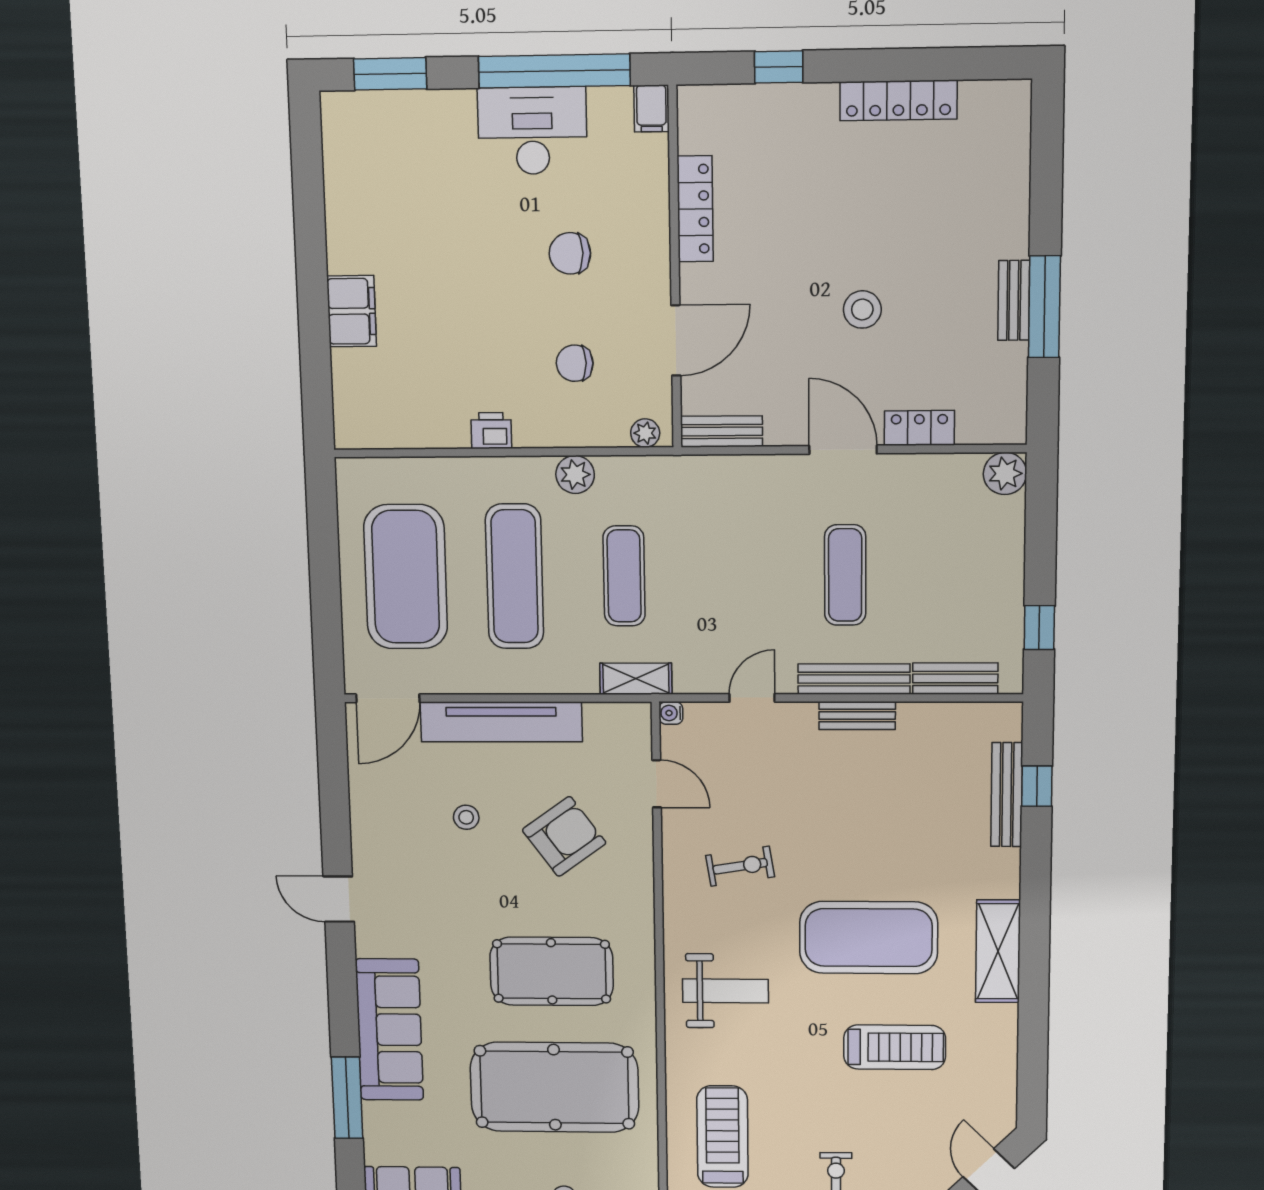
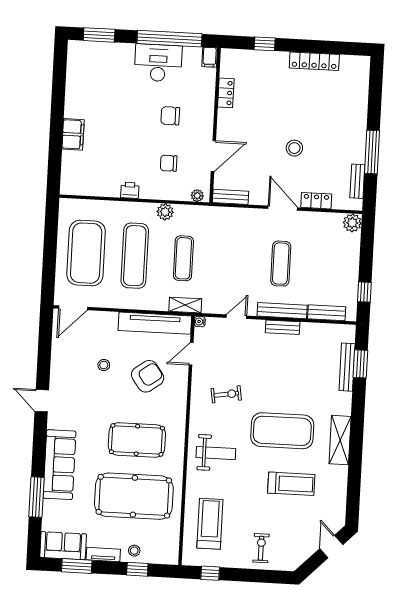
locker: (695, 209) -> (226, 93), width x0.66
bench: (1014, 300) -> (357, 181), moved
tv unit: (501, 722) -> (155, 323), moved
door: (657, 784) -> (191, 354), swing flipped
window: (1037, 786) -> (360, 364), width x1.50

